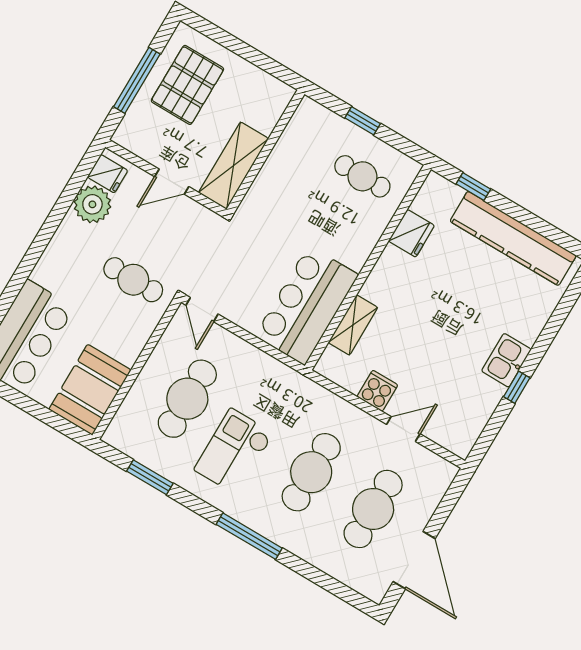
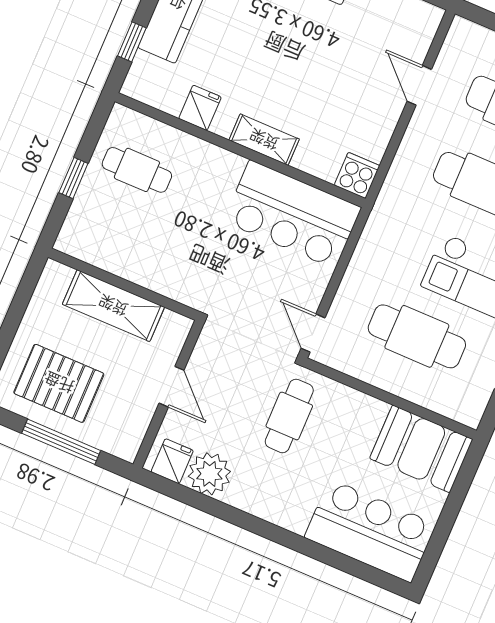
shelving: (233, 166) -> (113, 306), moved
cafe table: (362, 176) -> (137, 170), turned 90
fridge: (411, 233) -> (200, 108), width x0.72
door: (202, 310) -> (313, 333), swing flipped
shelving: (353, 325) -> (264, 140), moved
cooker: (377, 391) -> (357, 175), moved, turned 90

